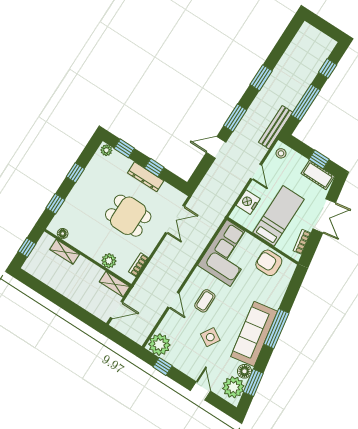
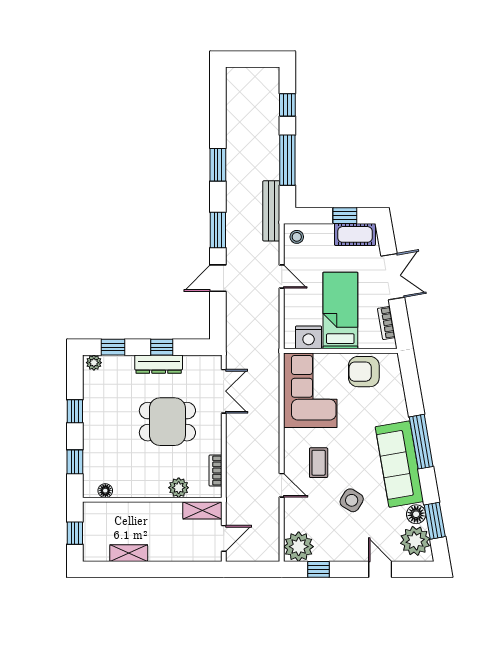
nightstand: (248, 202) -> (309, 337), moved, turned -90
shelving: (65, 252) -> (129, 553), moved

